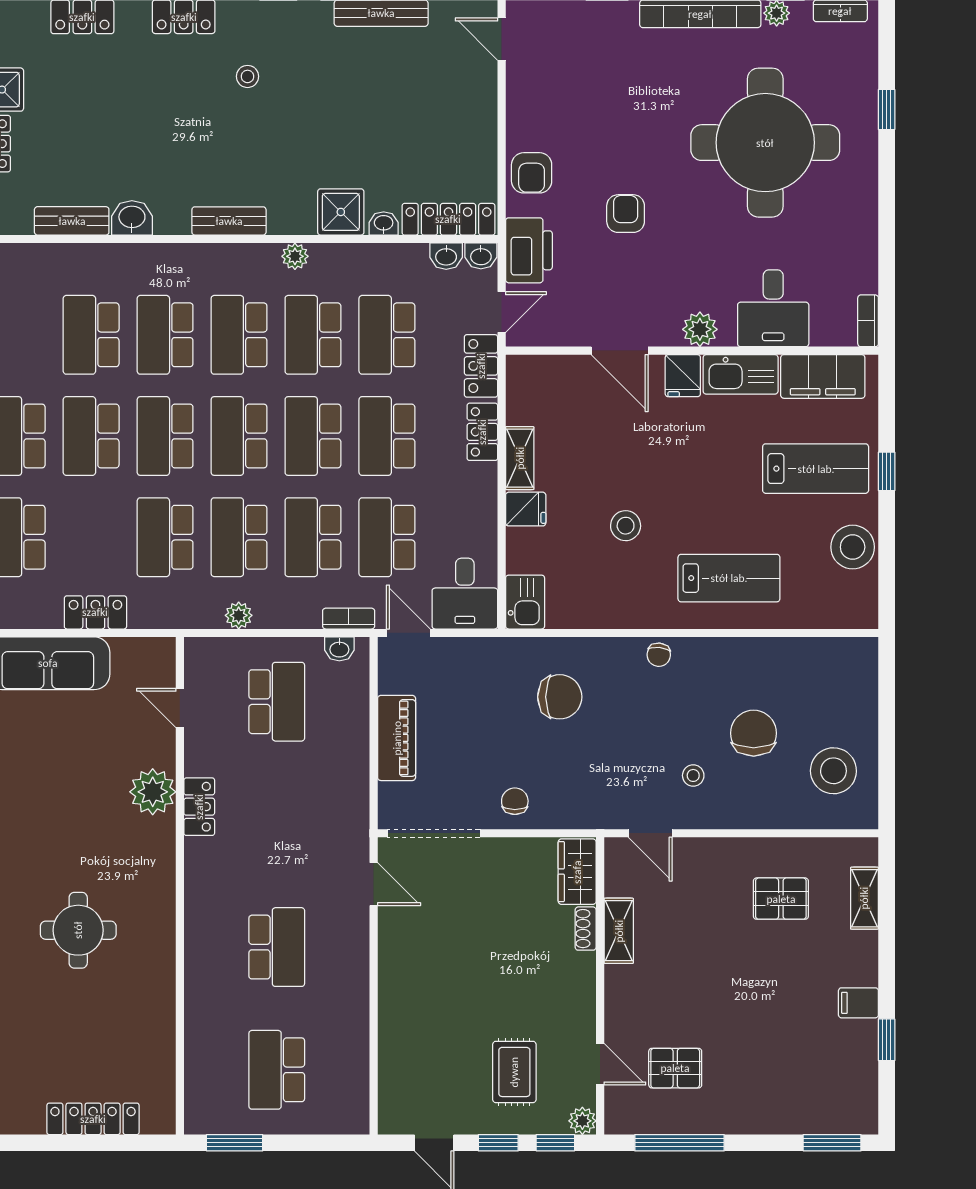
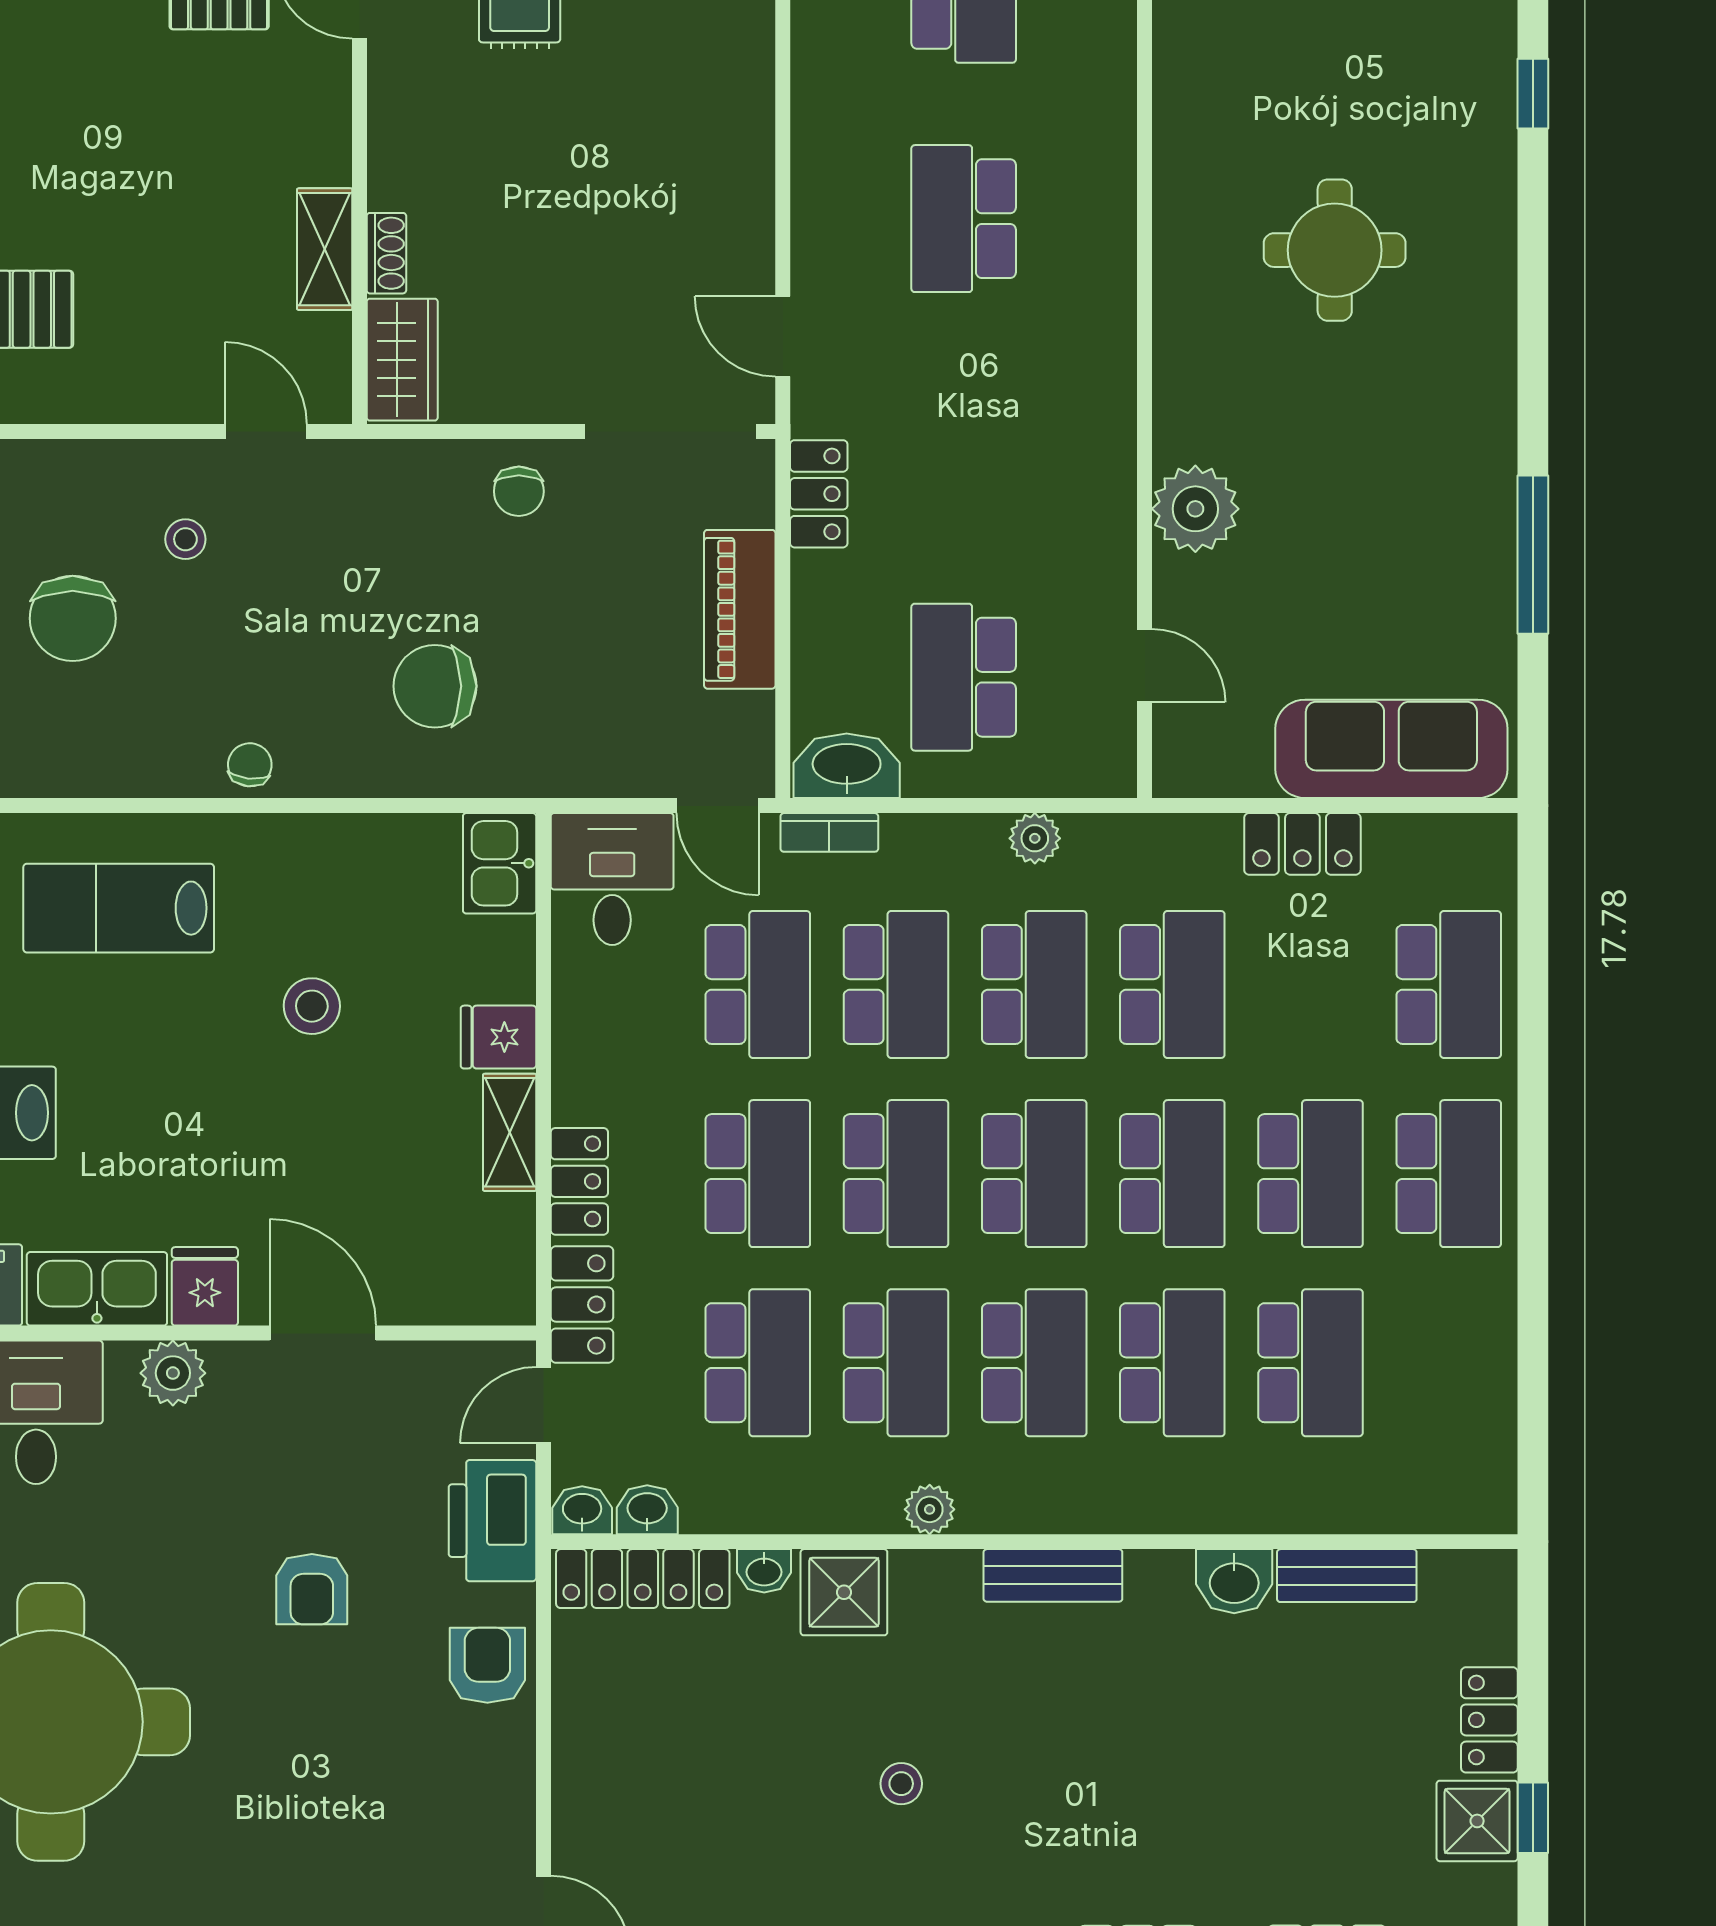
stool: (247, 76) -> (901, 1784), moved
washbasin: (339, 649) -> (847, 766), width x1.91, depth x1.45
locker: (199, 807) -> (819, 494), moved, turned 180

